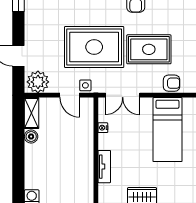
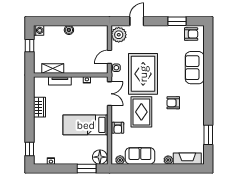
double door: (123, 95) -> (109, 94), swing flipped
shelving: (31, 113) -> (53, 69), moved
boiler: (31, 137) -> (69, 30), moved

